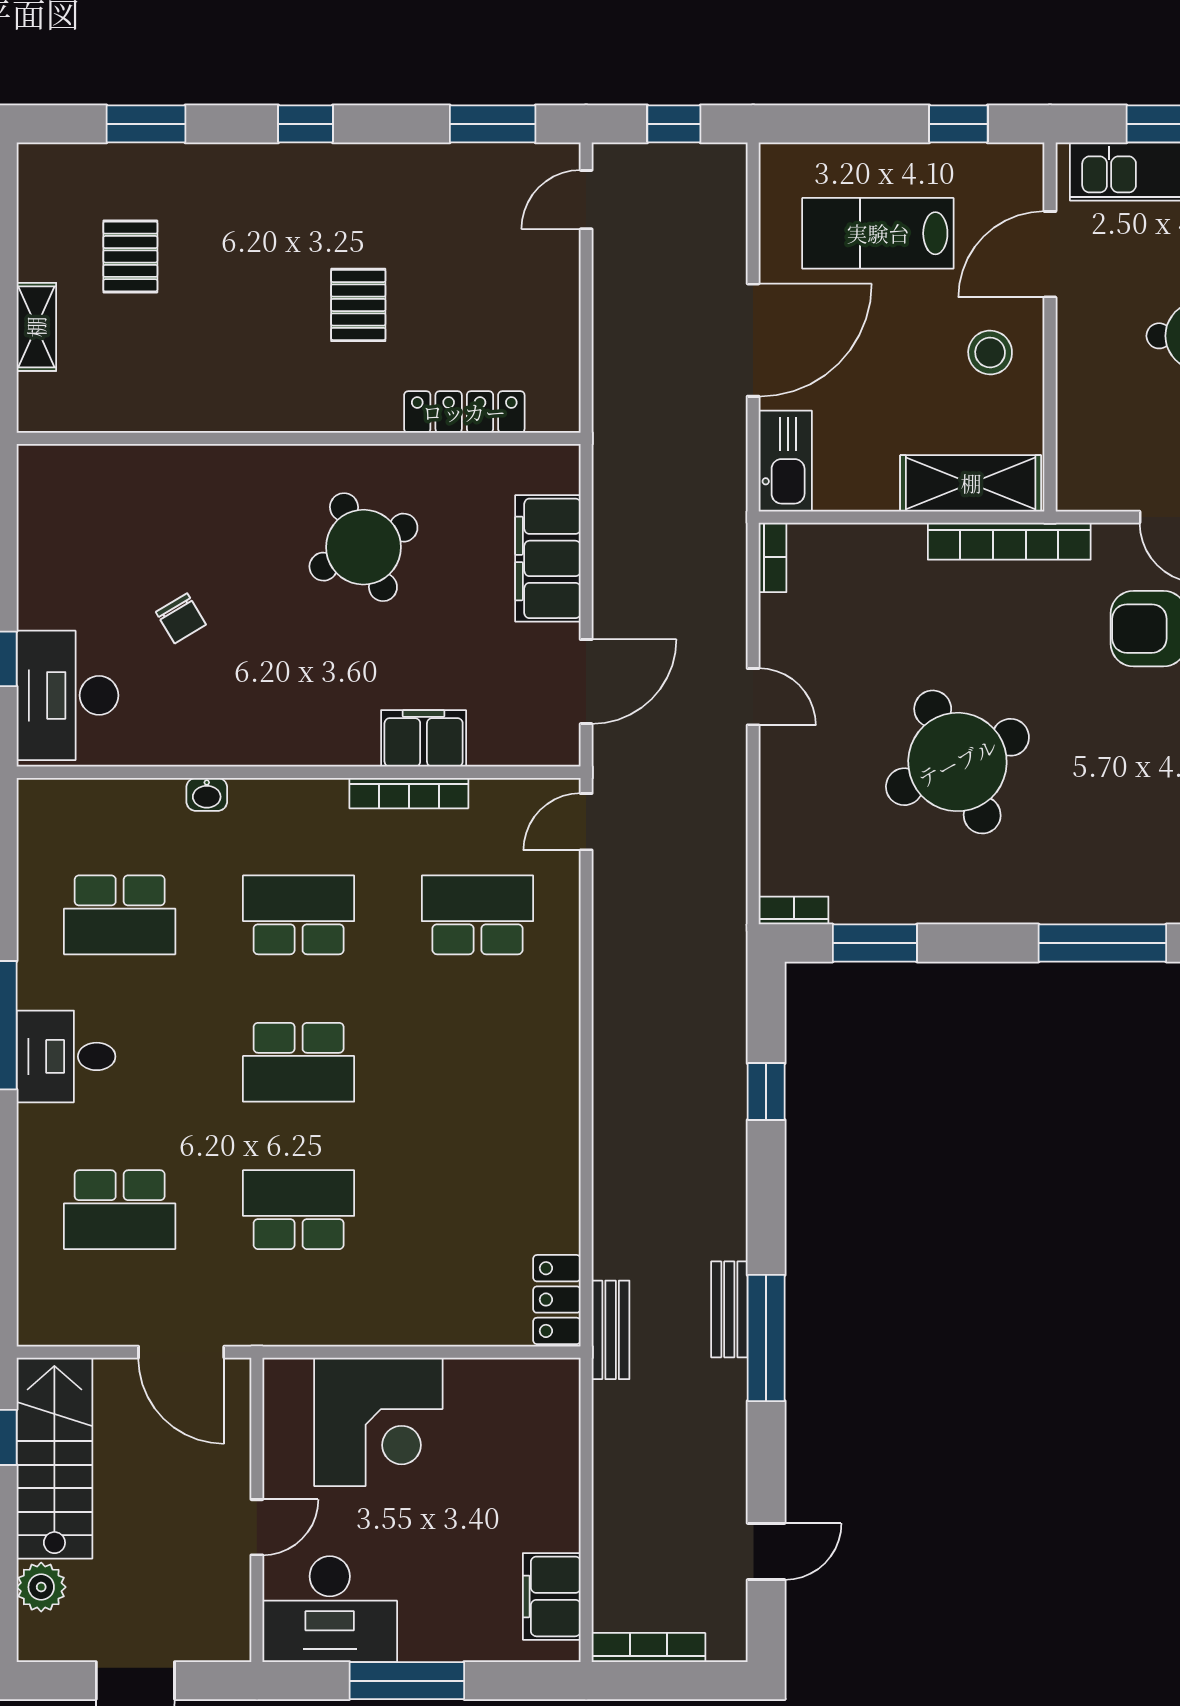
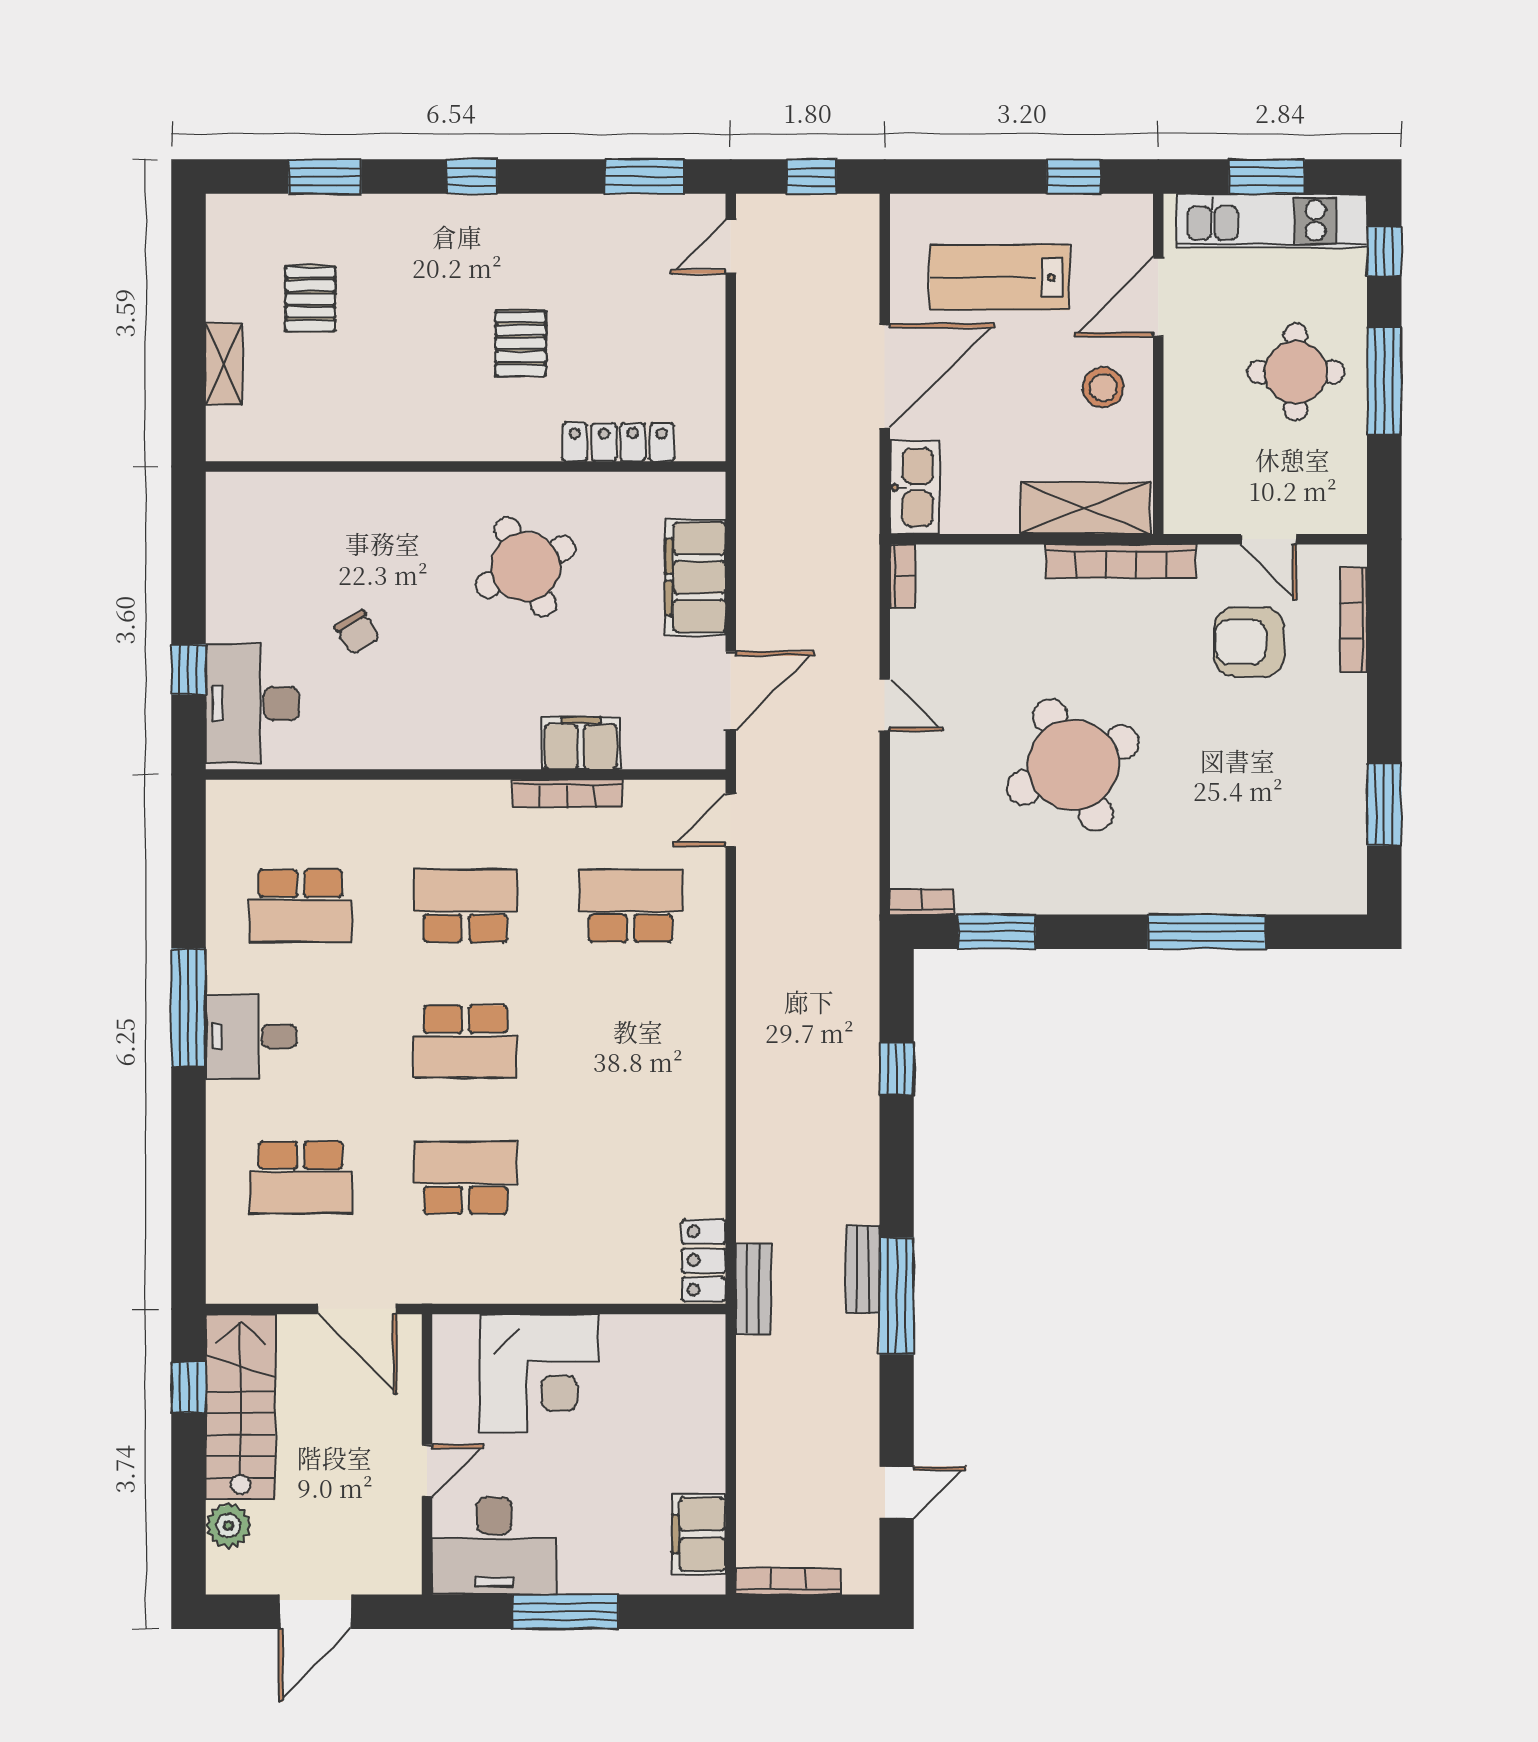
washbasin: (207, 794) -> (381, 795), removed

